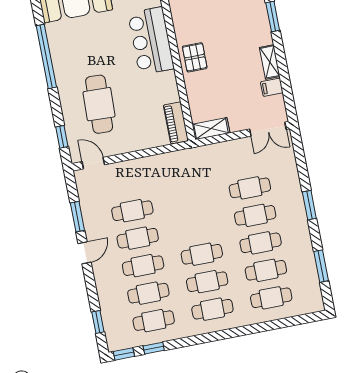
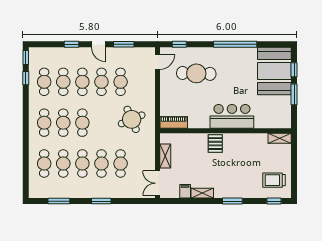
pallet: (195, 57) -> (215, 144), turned 90
shelving: (211, 129) -> (165, 156), moved
round table: (183, 184) -> (132, 119), added
window: (98, 322) -> (72, 44), moved

